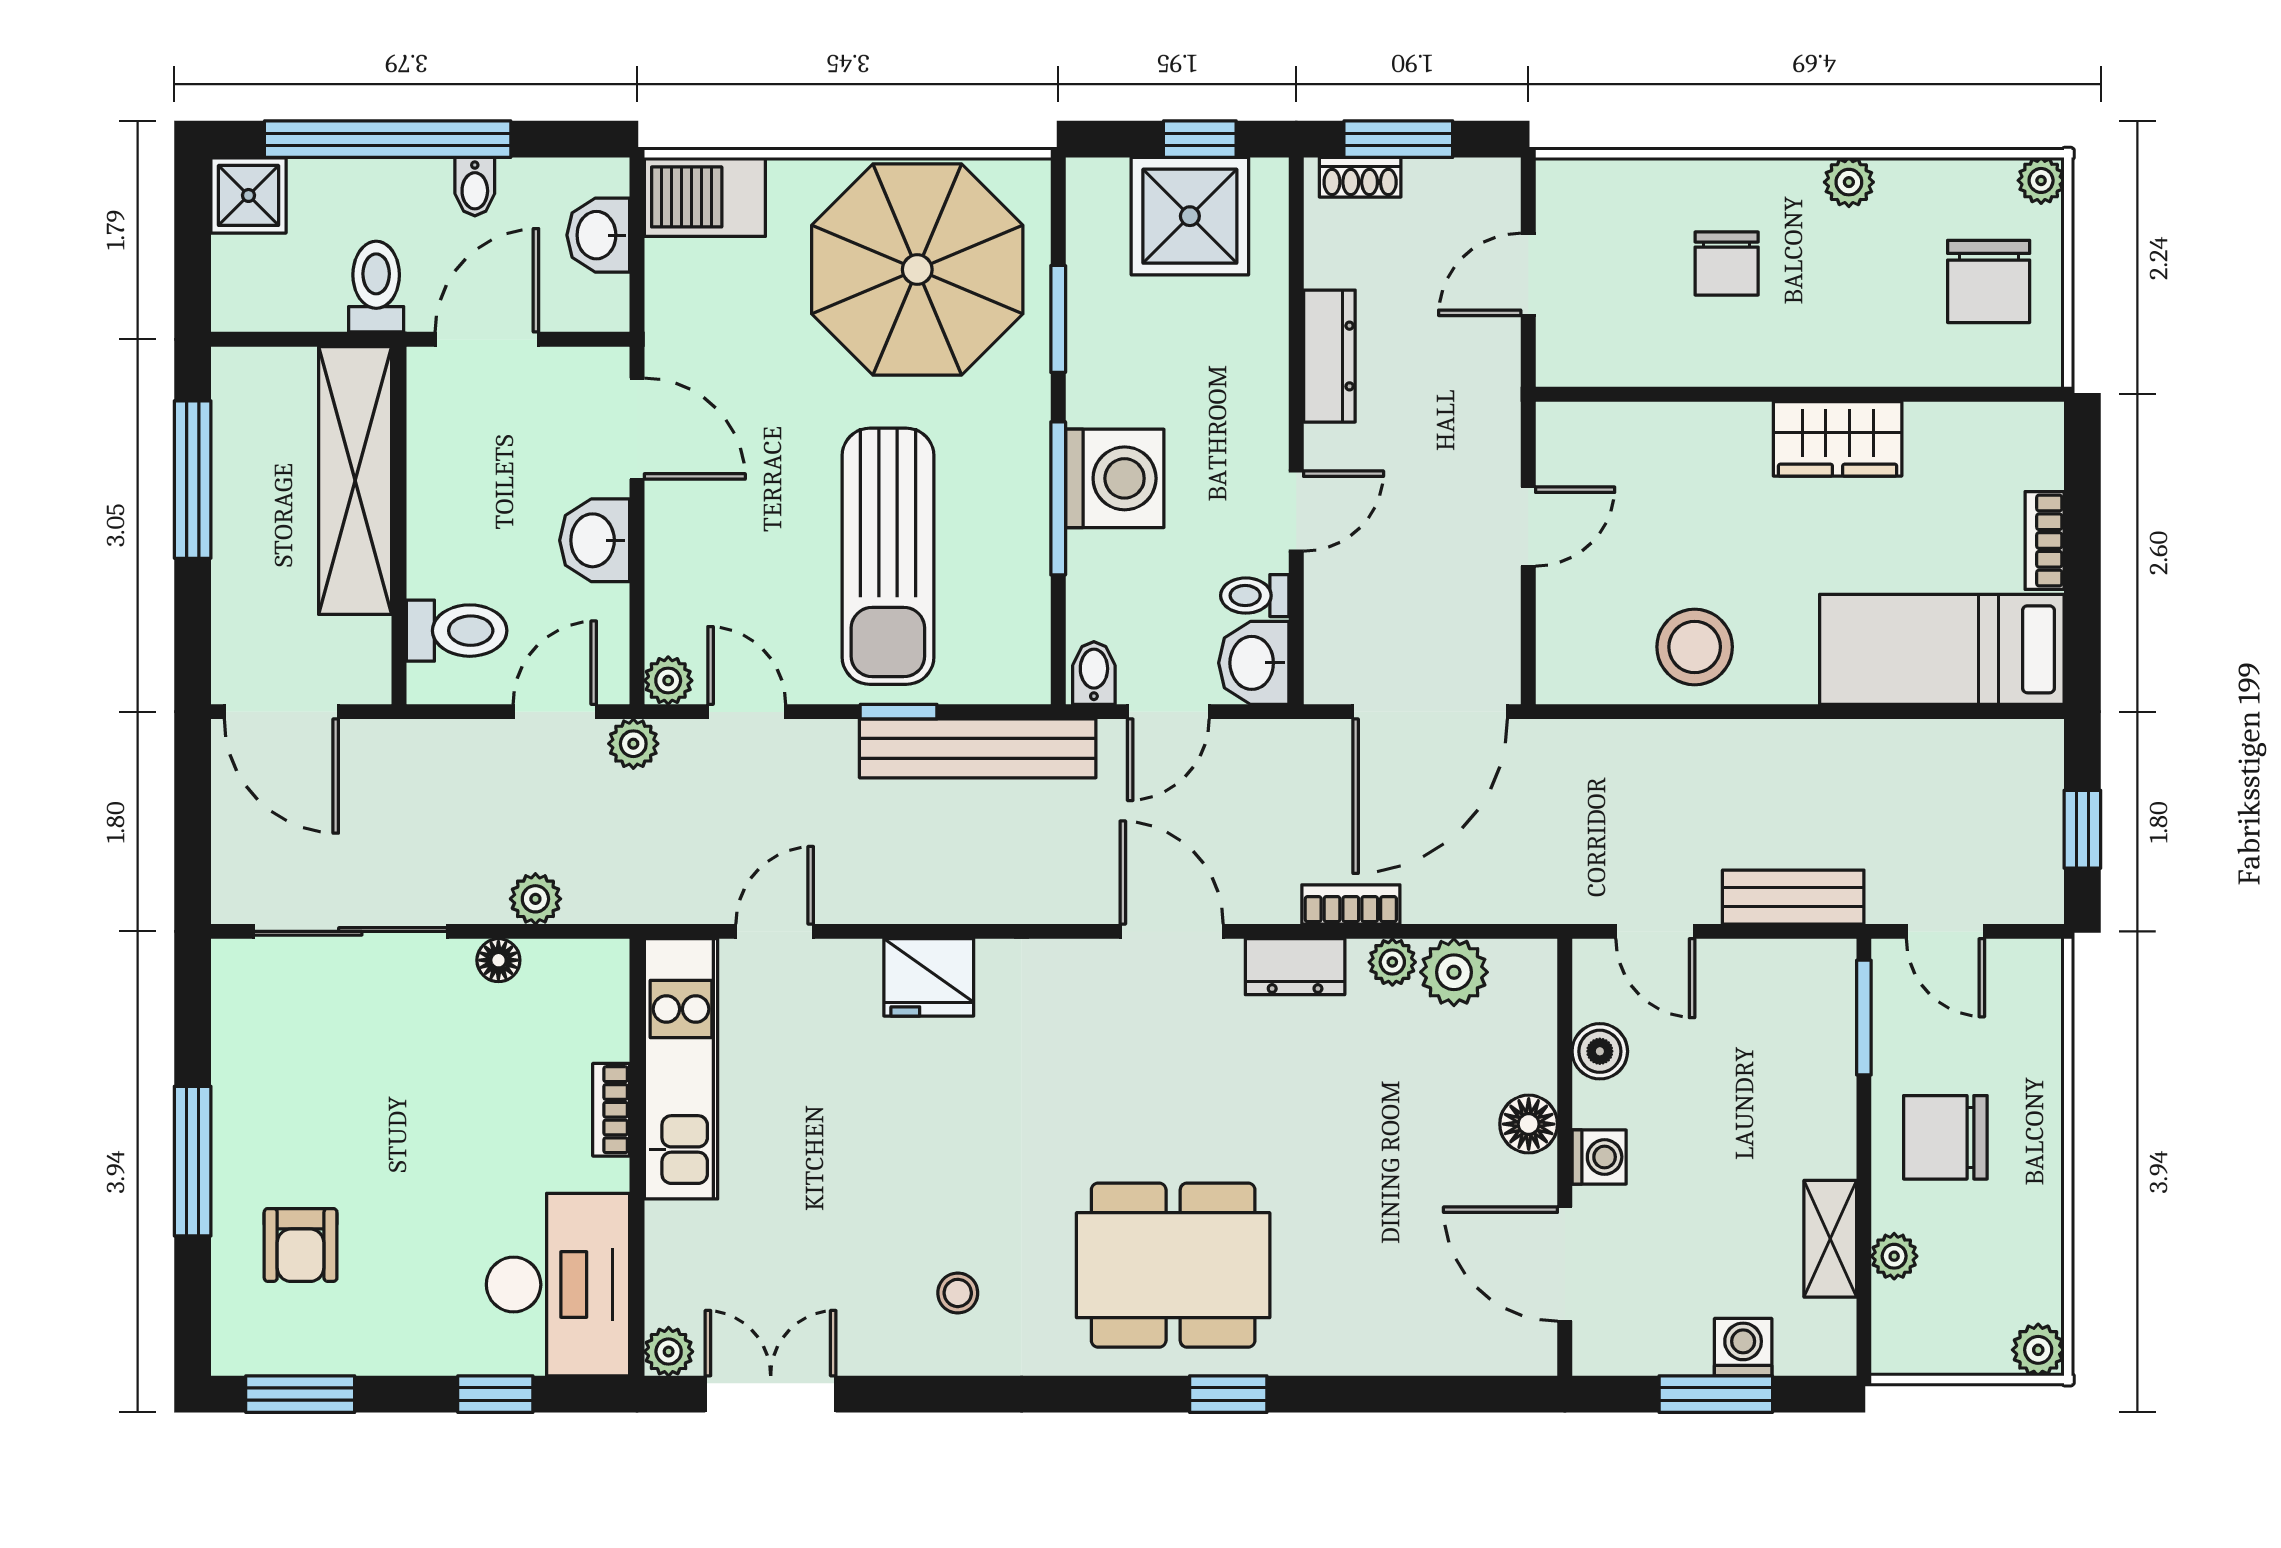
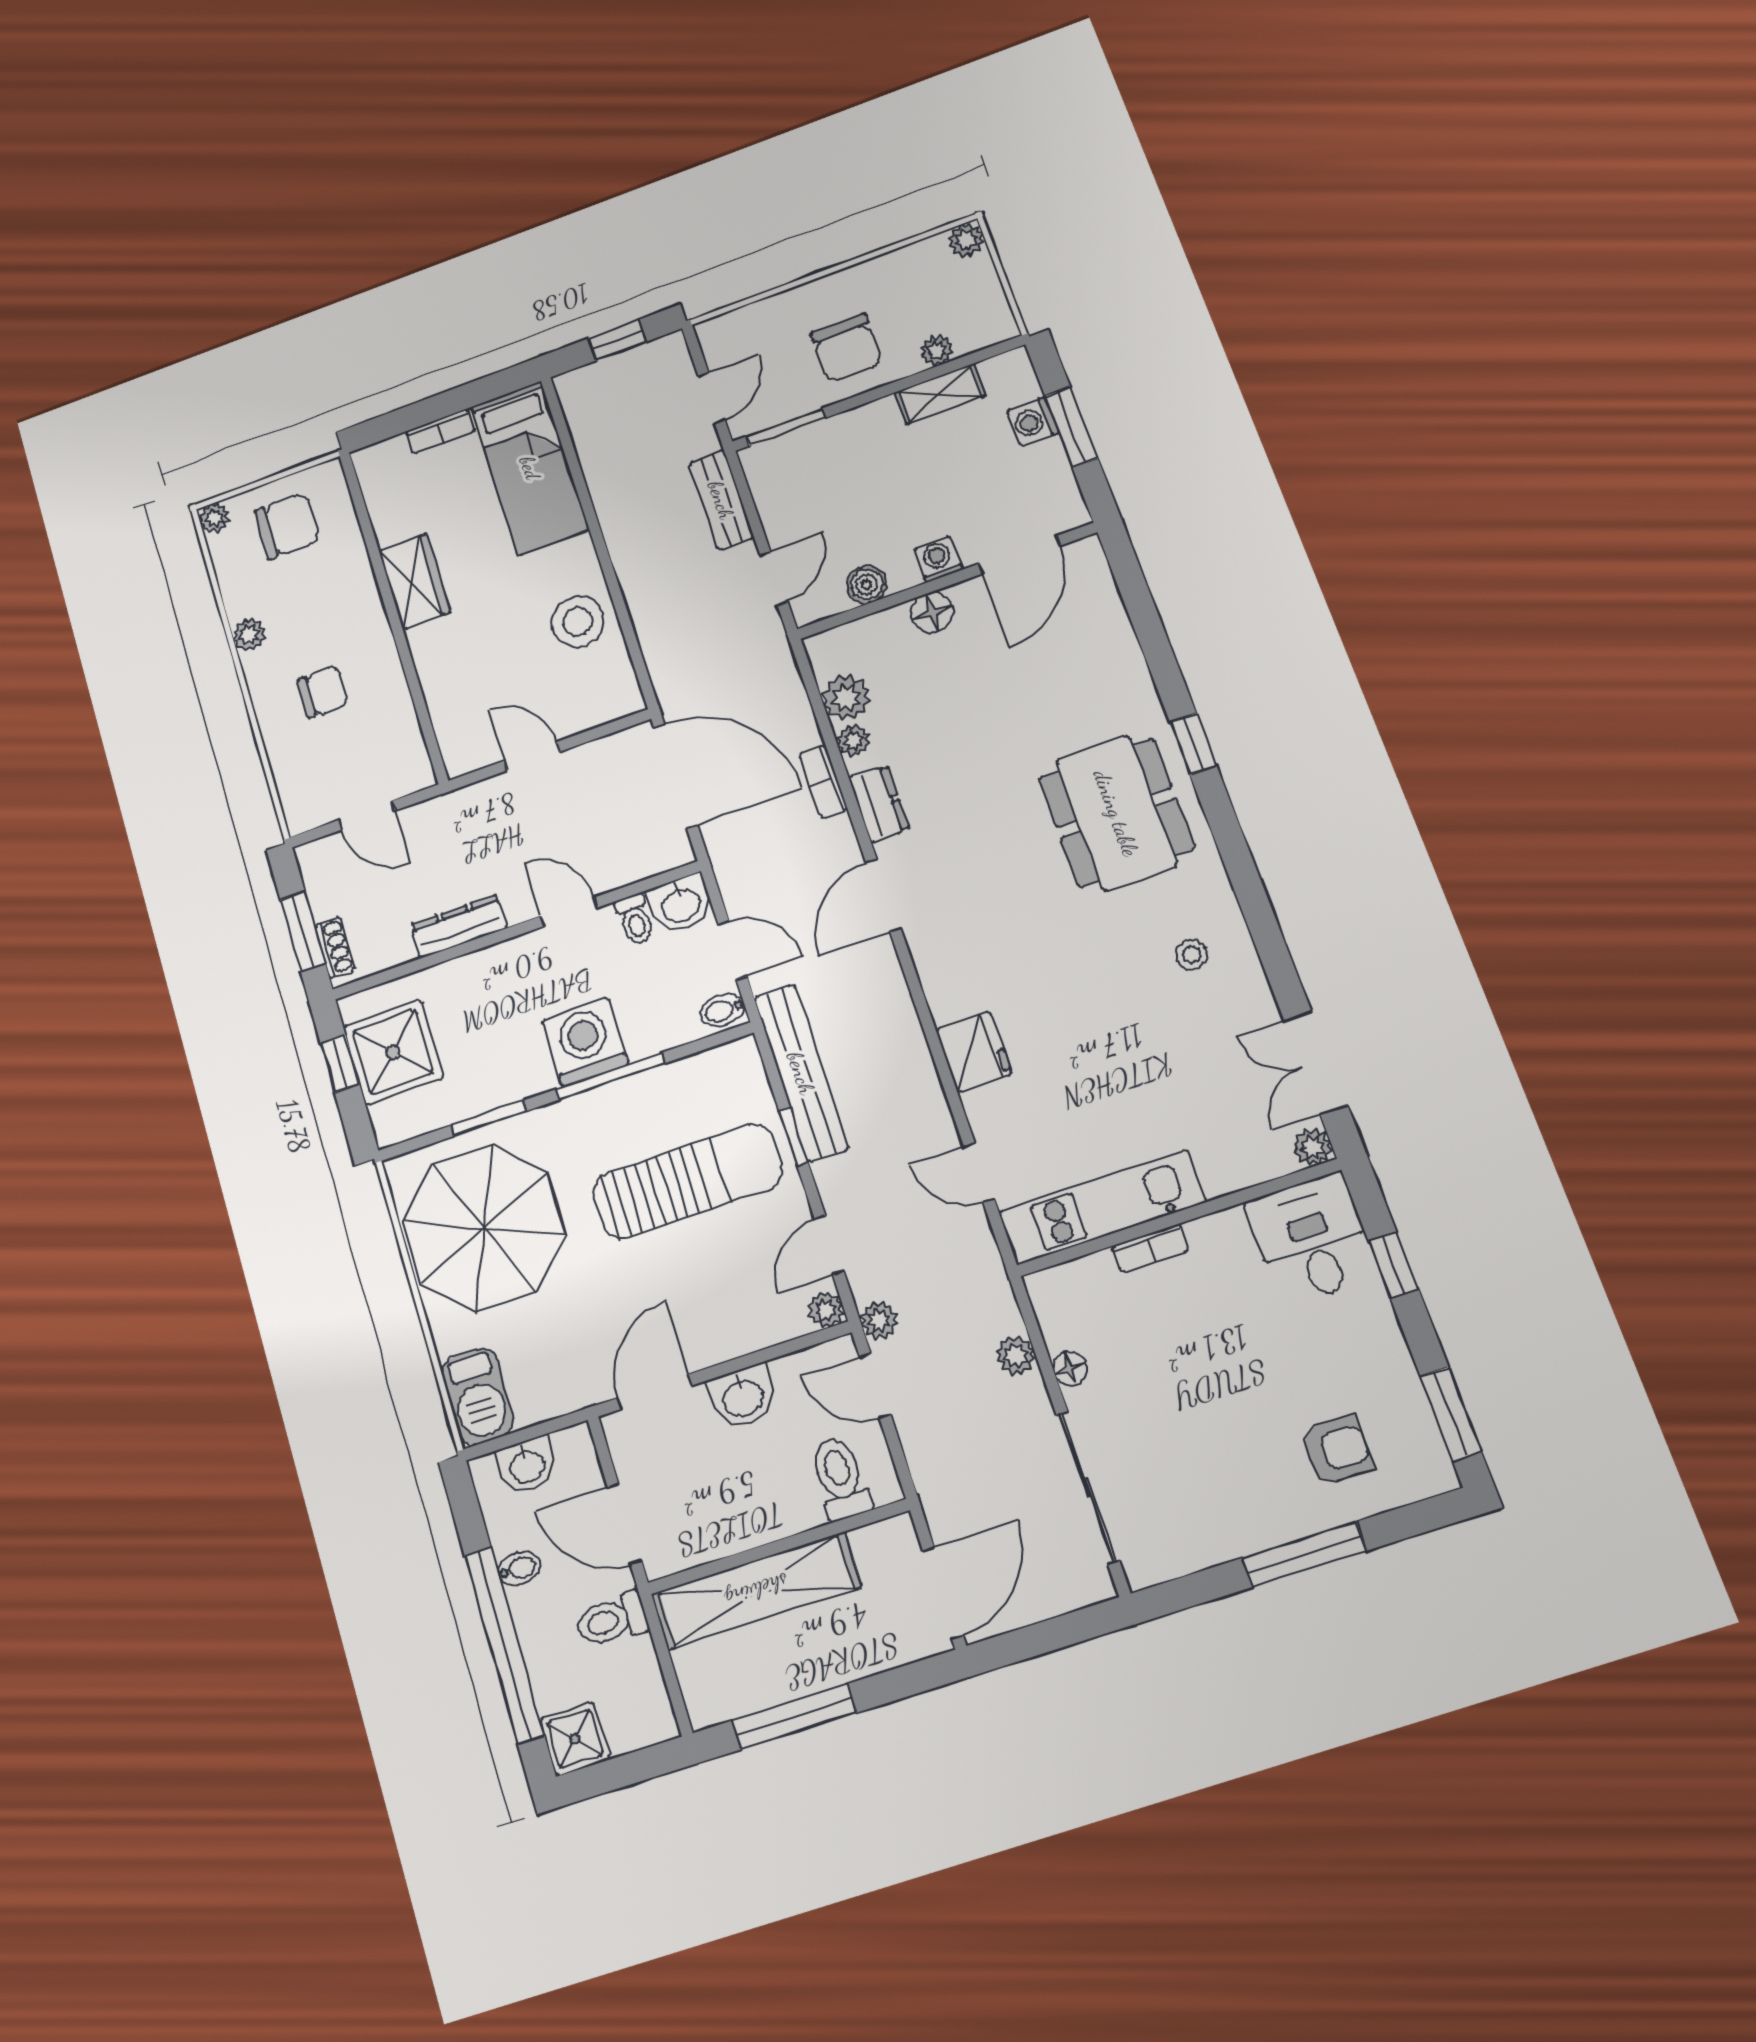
desk: (558, 1285) -> (1312, 1239), width x0.73

